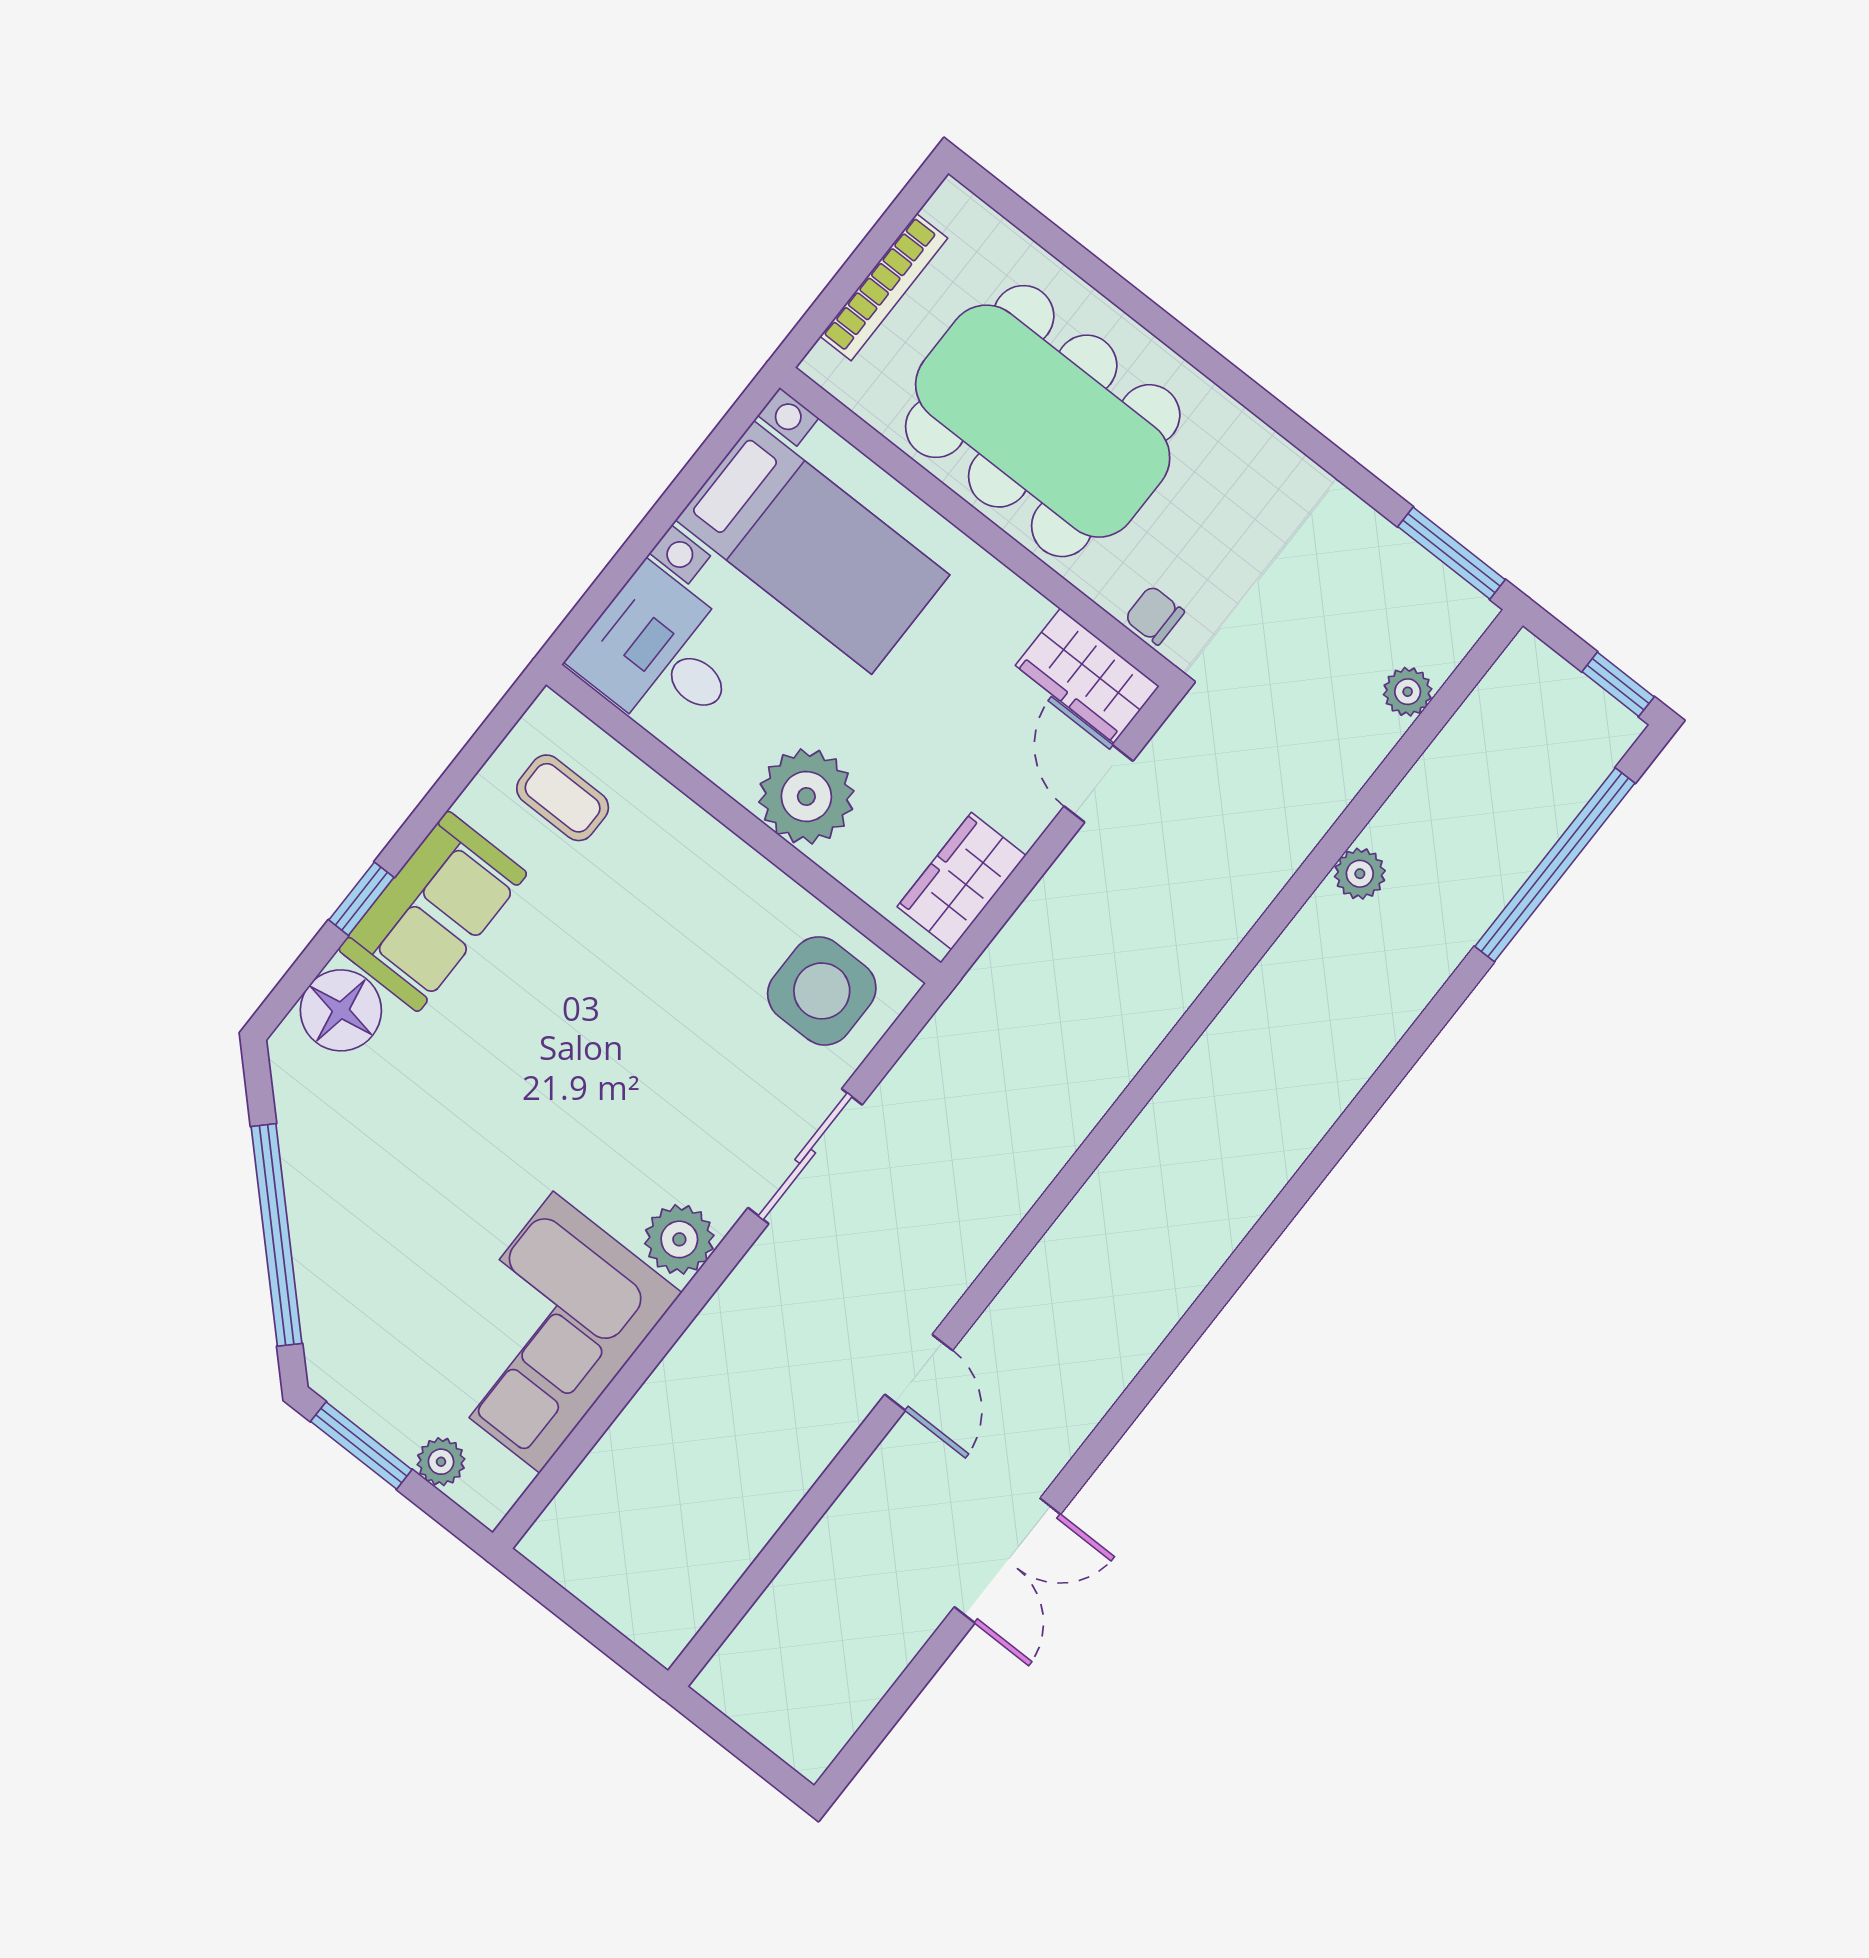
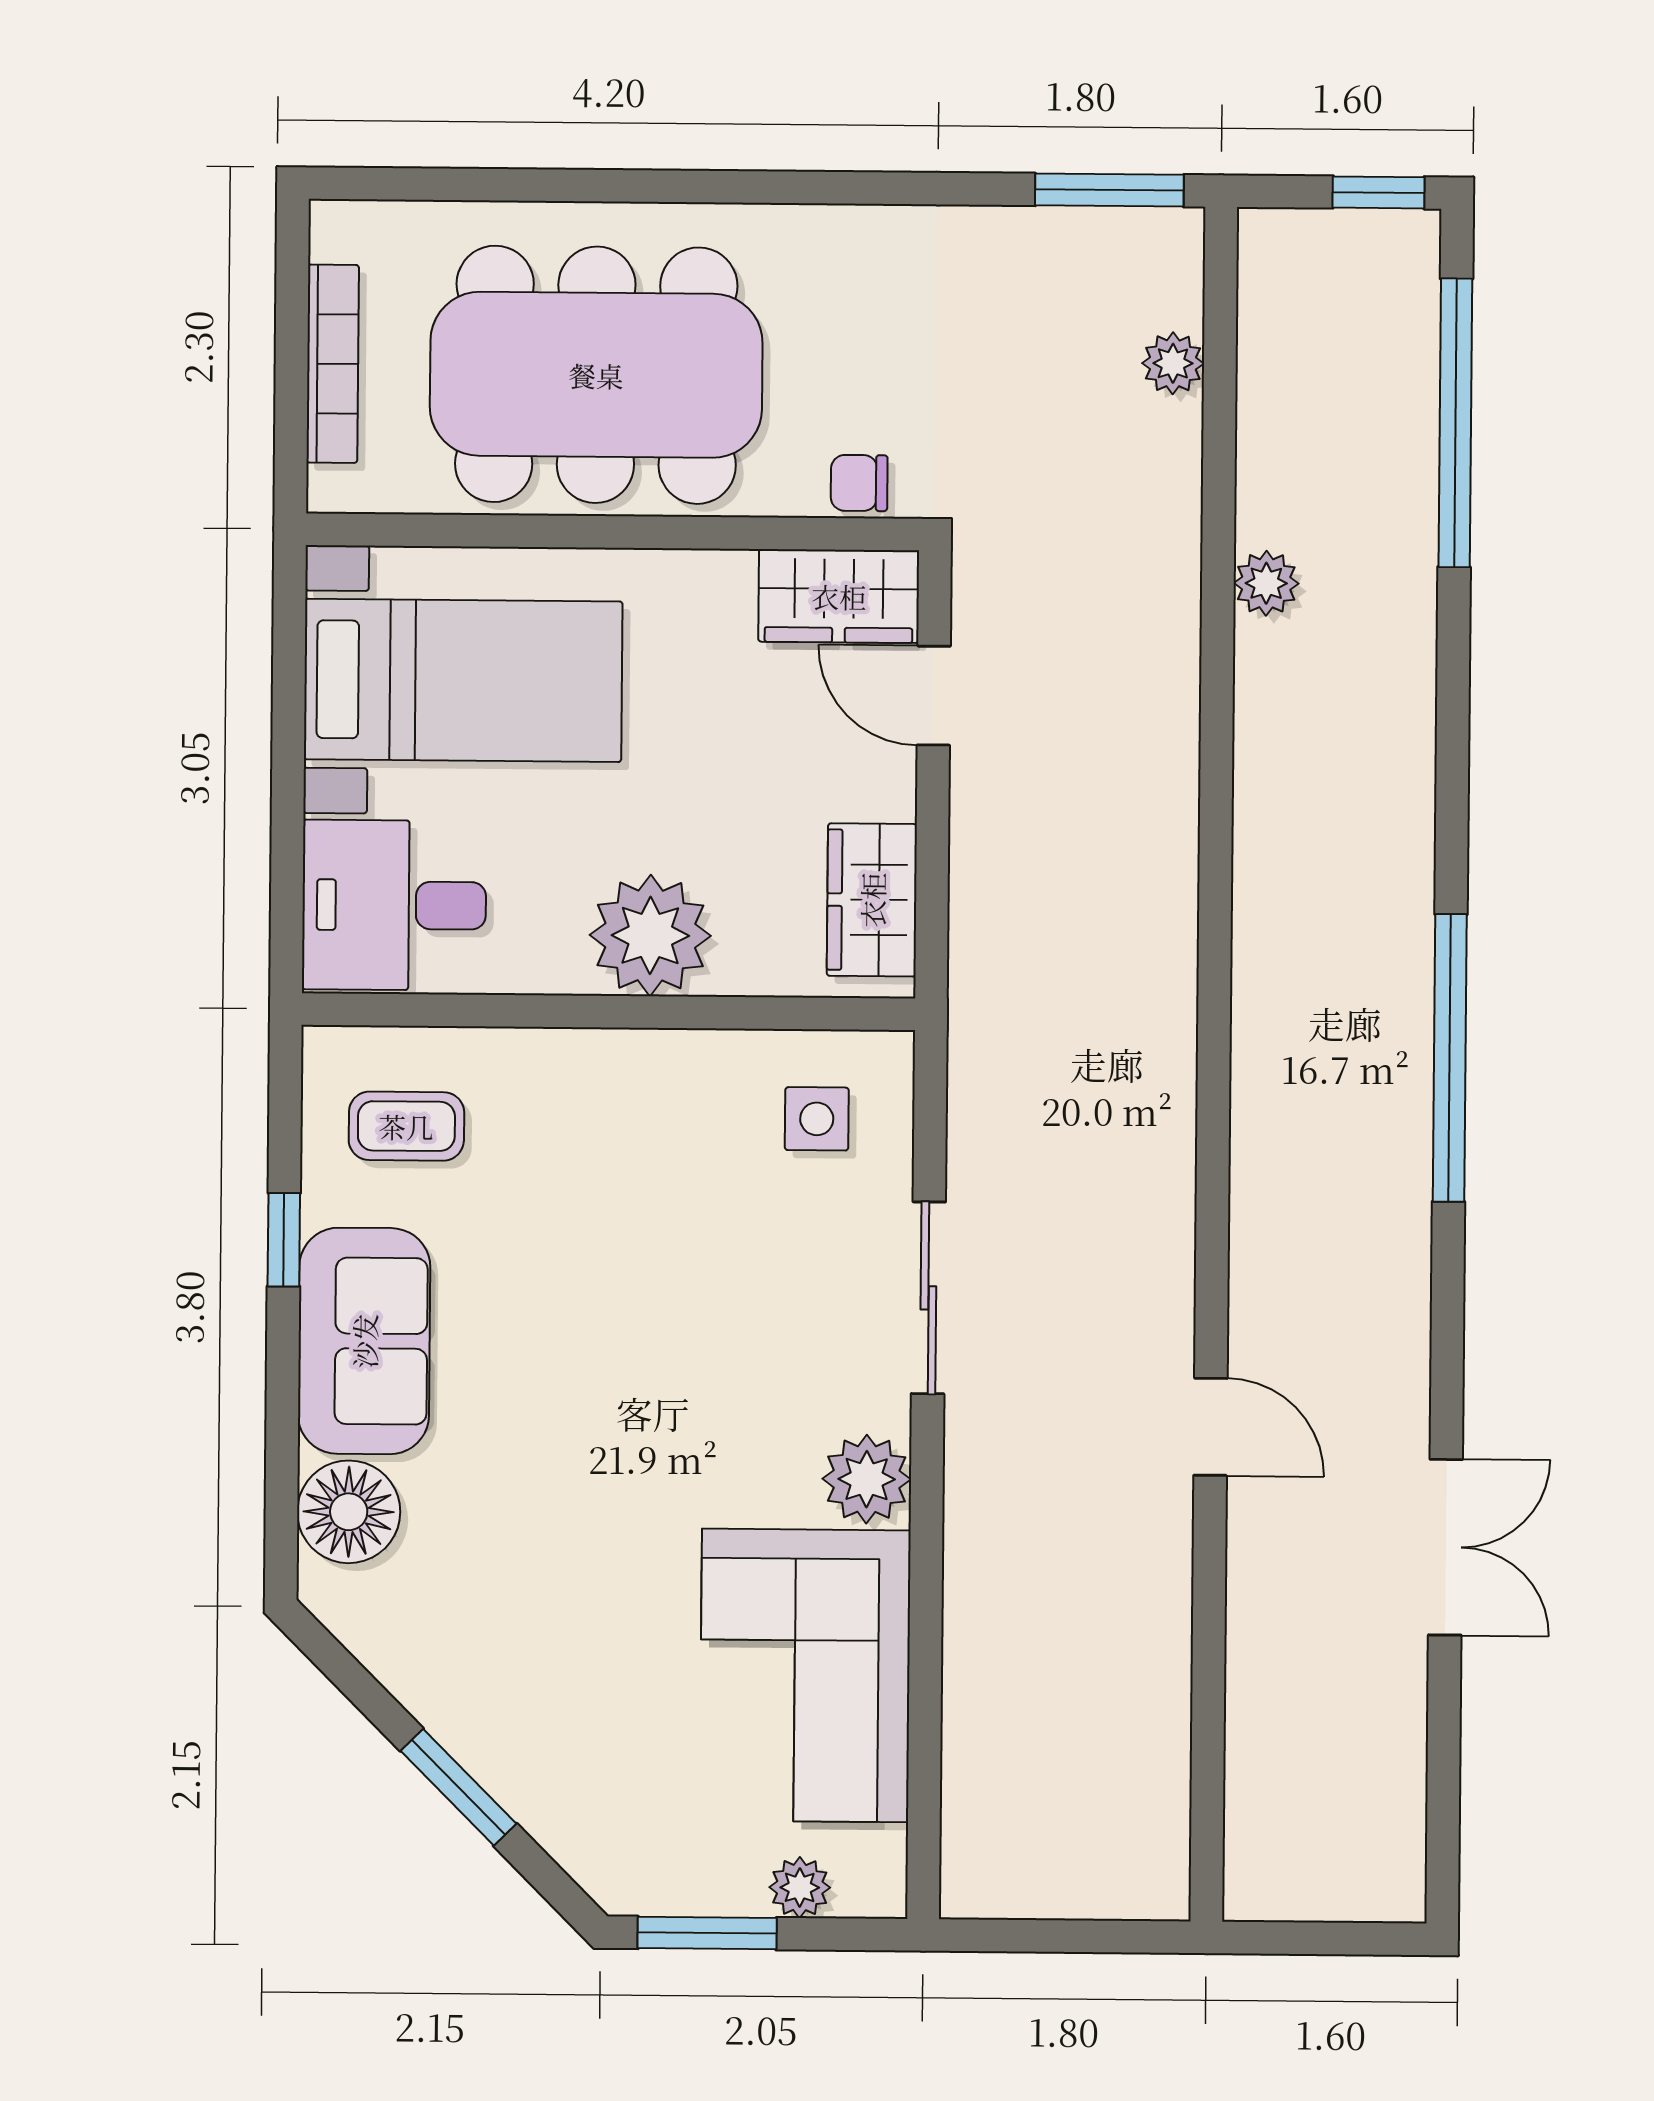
window: (361, 899) -> (284, 1240), moved
side table: (822, 991) -> (817, 1119), width x0.54, depth x0.54
window: (277, 1235) -> (458, 1787), width x0.47
window: (1246, 1258) -> (1450, 1058), added

